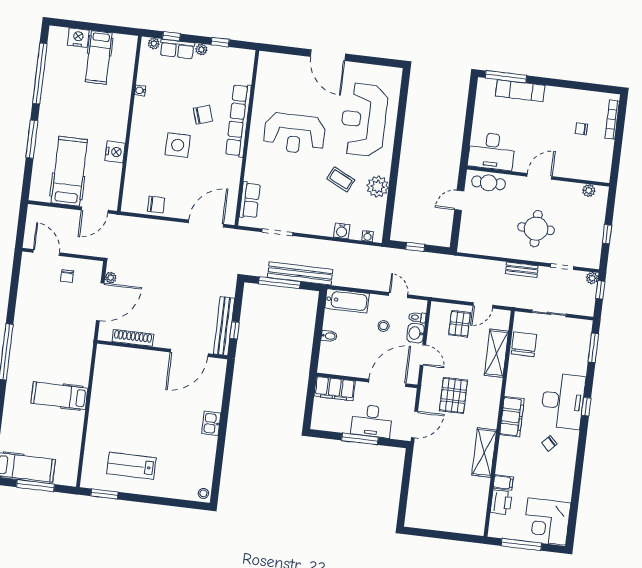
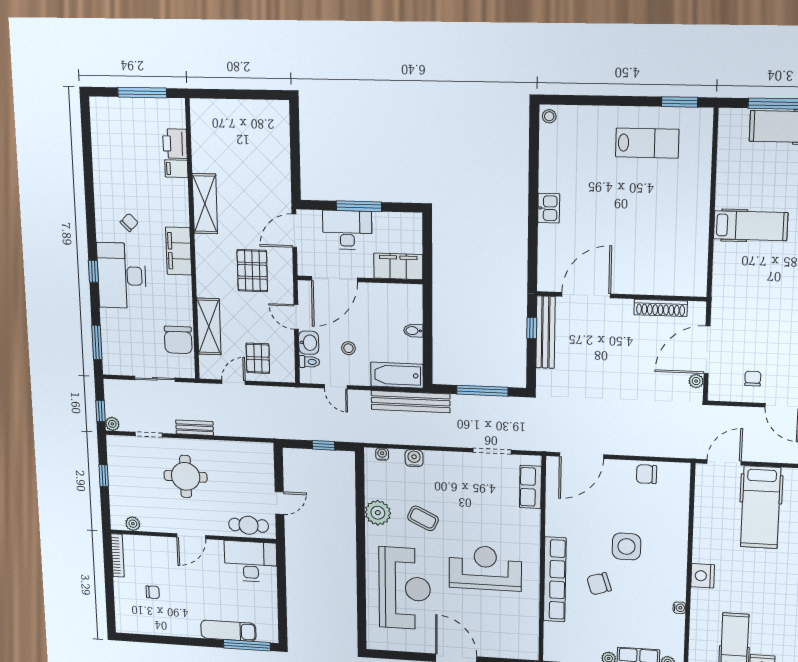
bookcase: (612, 120) -> (118, 555), moved
nightstand: (115, 152) -> (703, 576), moved
bench: (300, 273) -> (411, 402), moved
corner desk: (547, 521) -> (116, 125), removed

